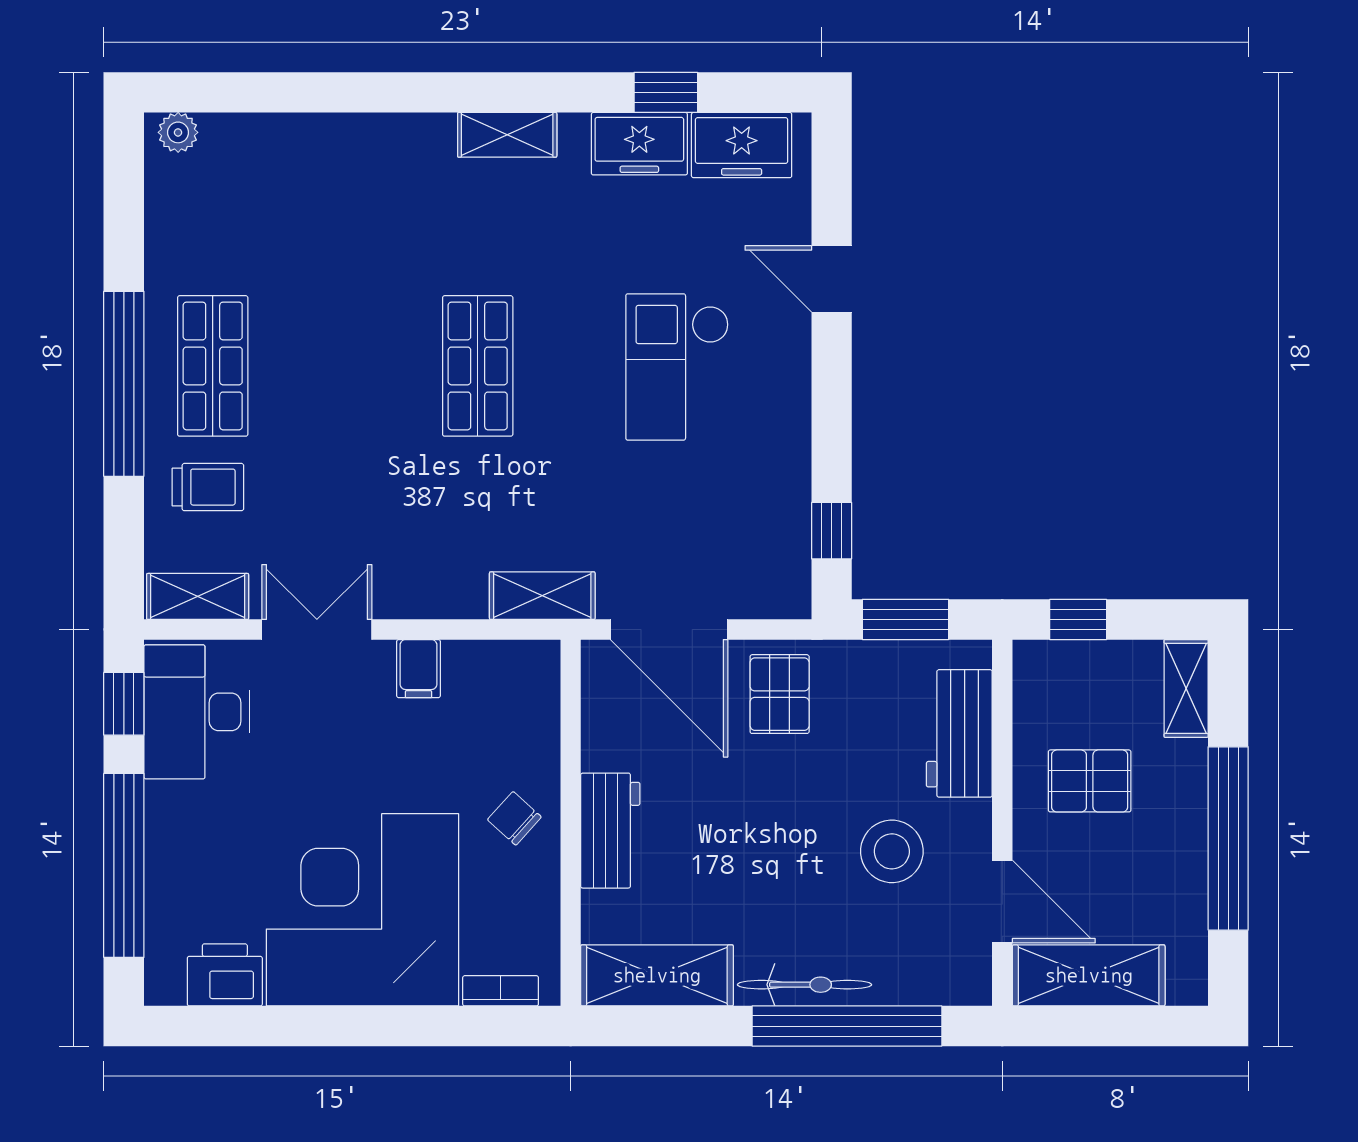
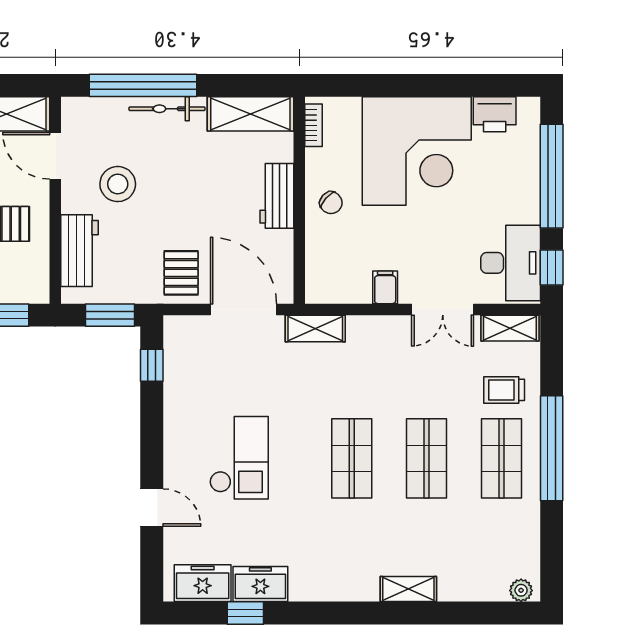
shelving: (507, 135) -> (408, 589), moved
shop shelf: (345, 366) -> (427, 458), added
bookcase: (501, 991) -> (313, 125), moved, turned -90

